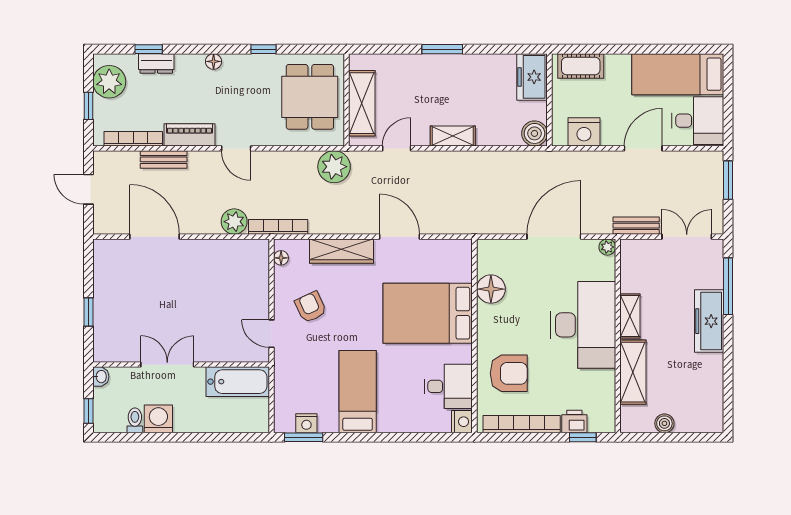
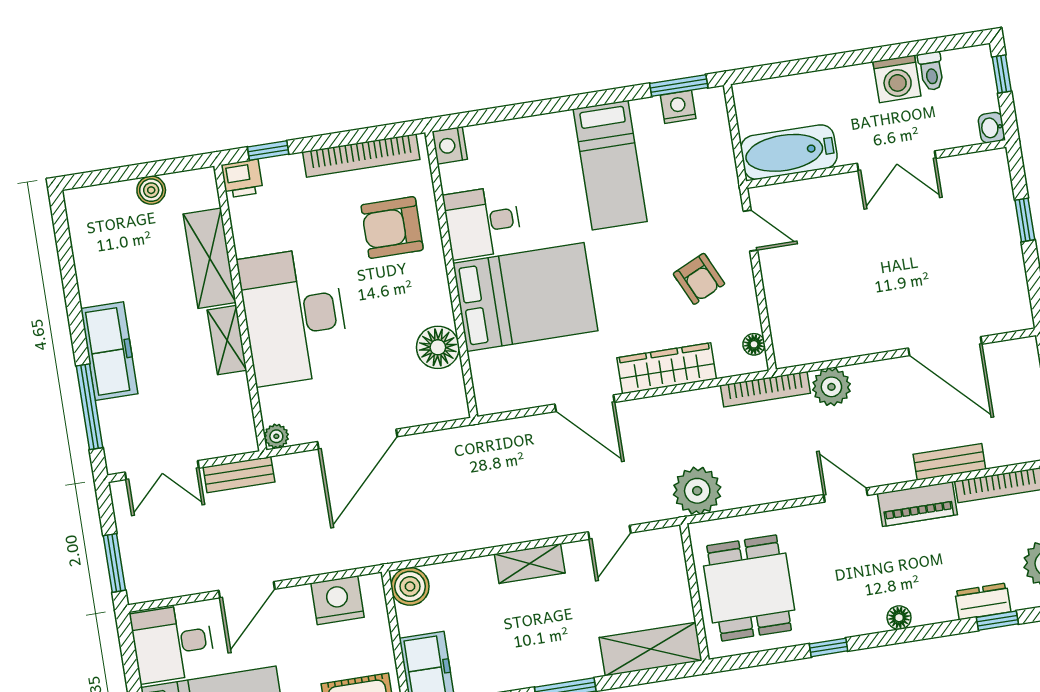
shelving: (362, 103) -> (651, 649), moved, turned 90
desk: (448, 386) -> (483, 222), moved
printer: (574, 421) -> (242, 179), moved

